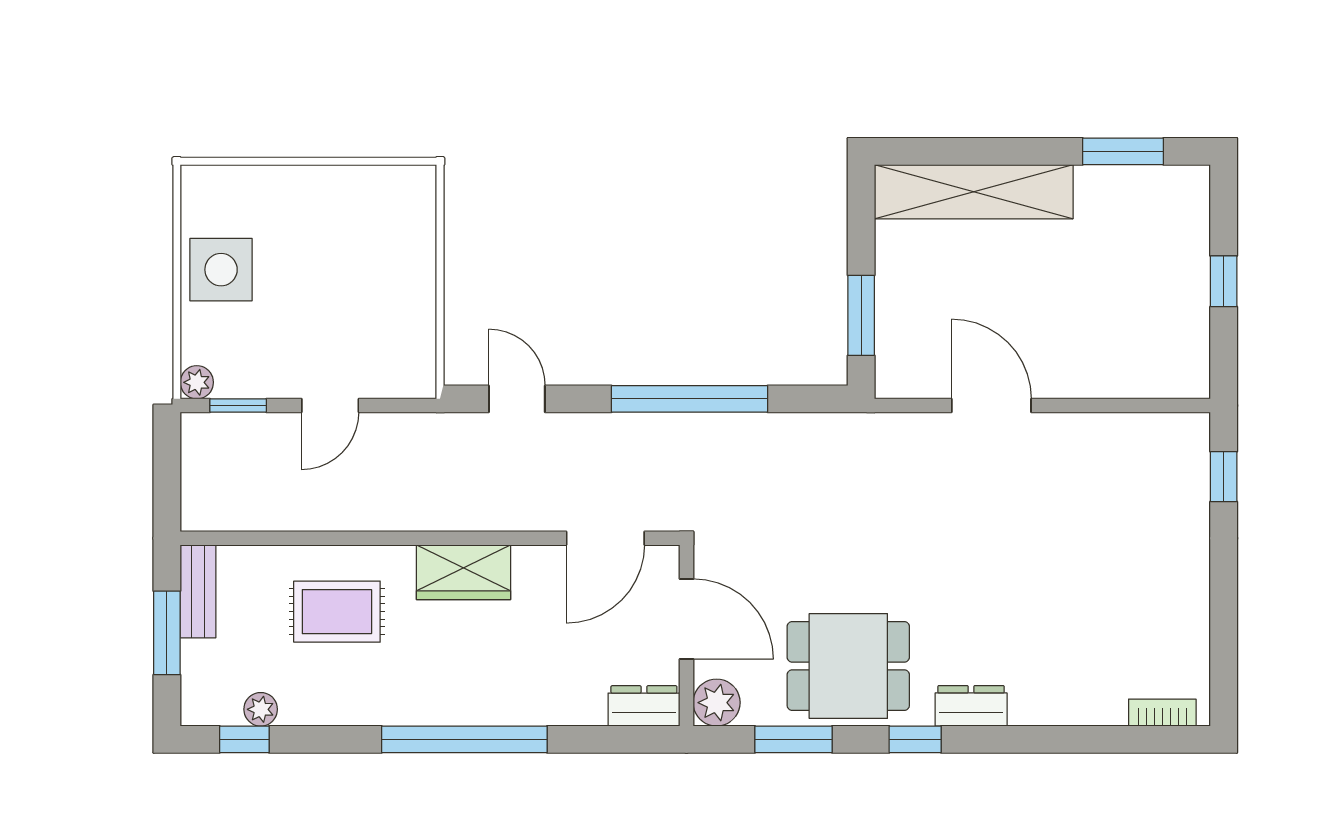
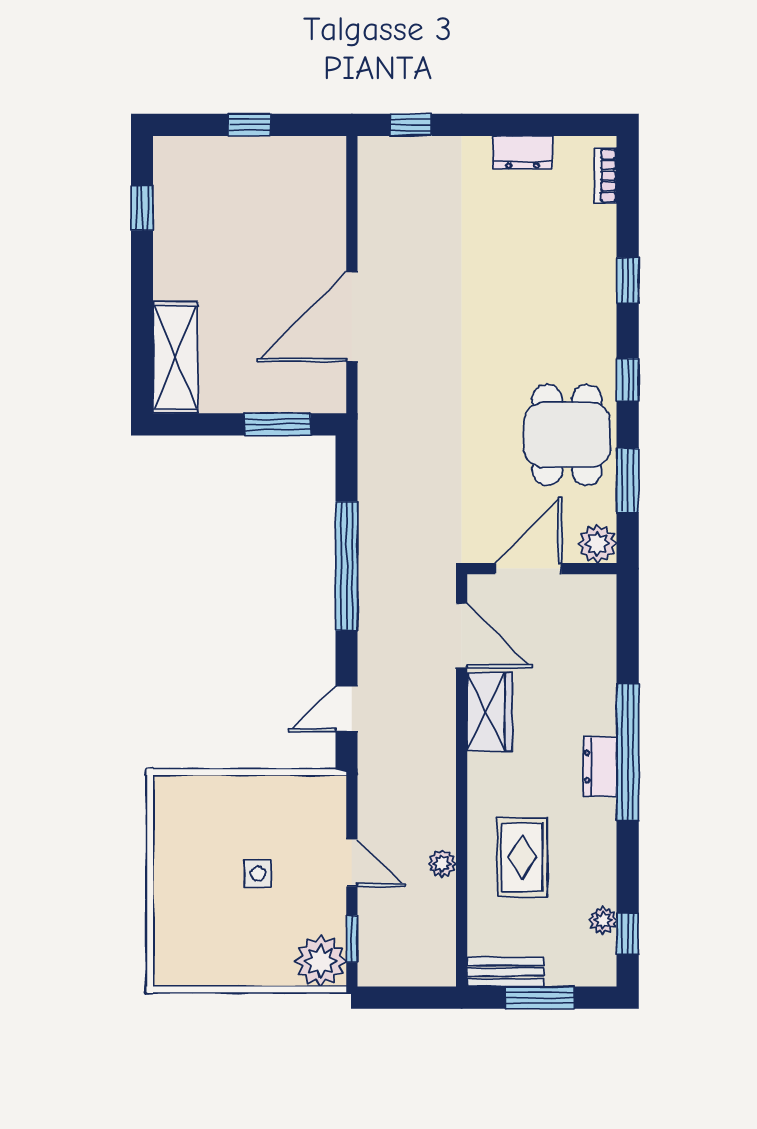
window: (1123, 151) -> (142, 208), width x0.67
shelving: (974, 192) -> (175, 357), width x0.68
side table: (221, 270) -> (258, 874), moved, width x0.54, depth x0.54
plant: (197, 382) -> (321, 961), width x1.88, depth x1.88
door: (991, 406) -> (352, 317), width x1.36
plant: (329, 514) -> (442, 863), added
wardrobe: (464, 572) -> (490, 712), moved
dresser: (644, 706) -> (600, 766), moved
dresser: (971, 706) -> (523, 153), moved, turned -90
window: (1035, 739) -> (628, 281), added

